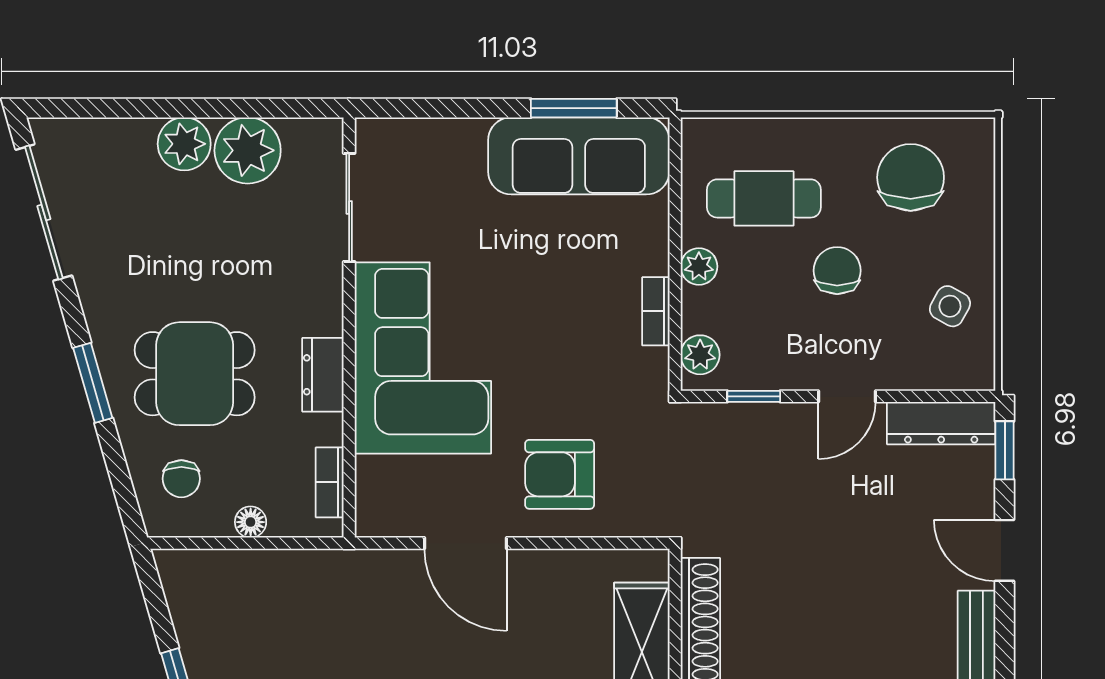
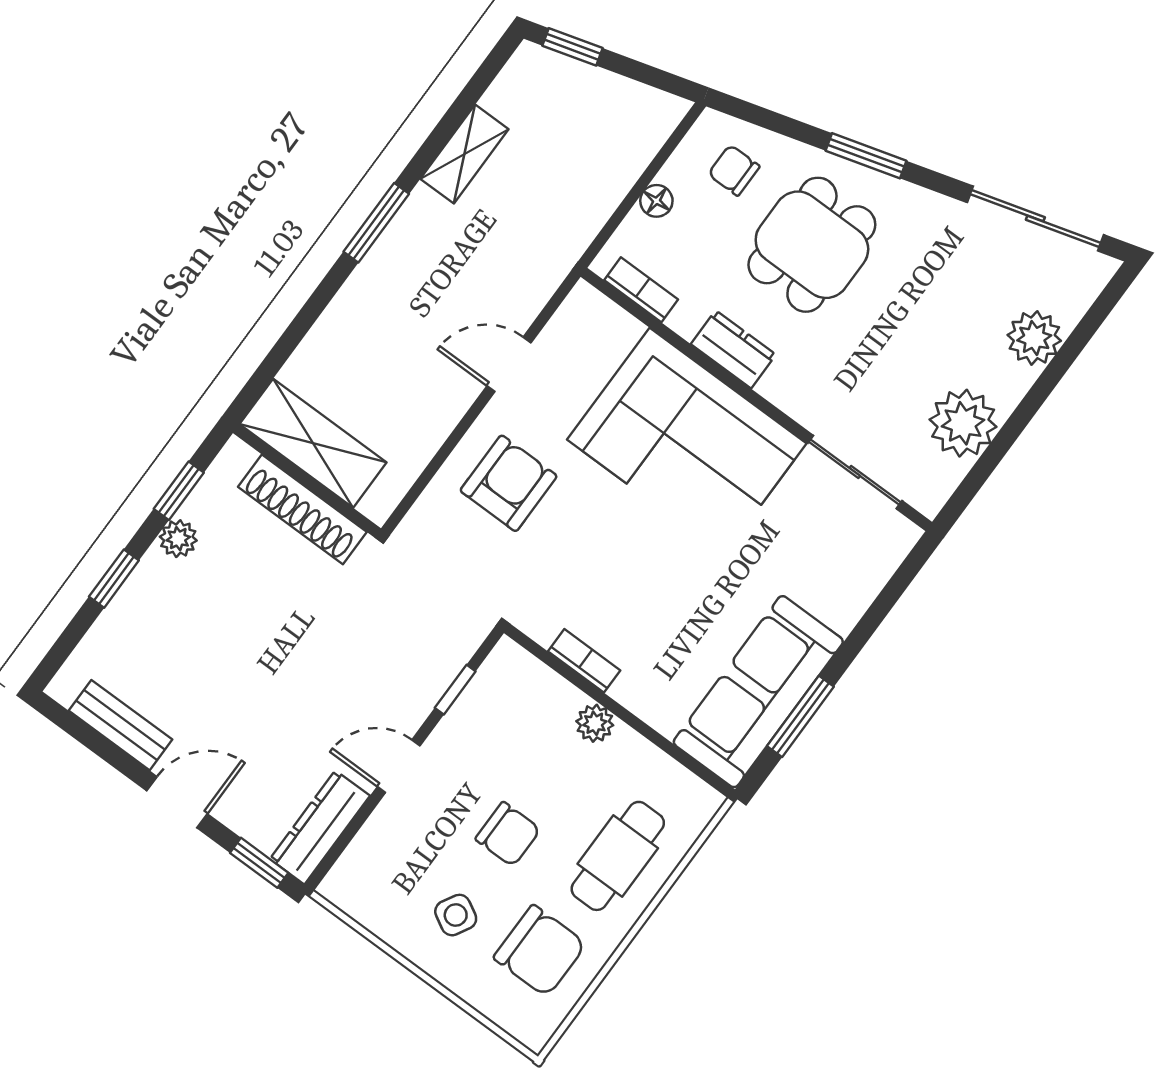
plant: (184, 144) -> (1034, 338), moved
cafe table: (764, 198) -> (618, 856), moved
side table: (950, 306) -> (456, 915), moved
plant: (700, 355) -> (522, 671), removed
door: (847, 396) -> (399, 766), hinge flipped
door: (465, 543) -> (509, 364), width x0.73

